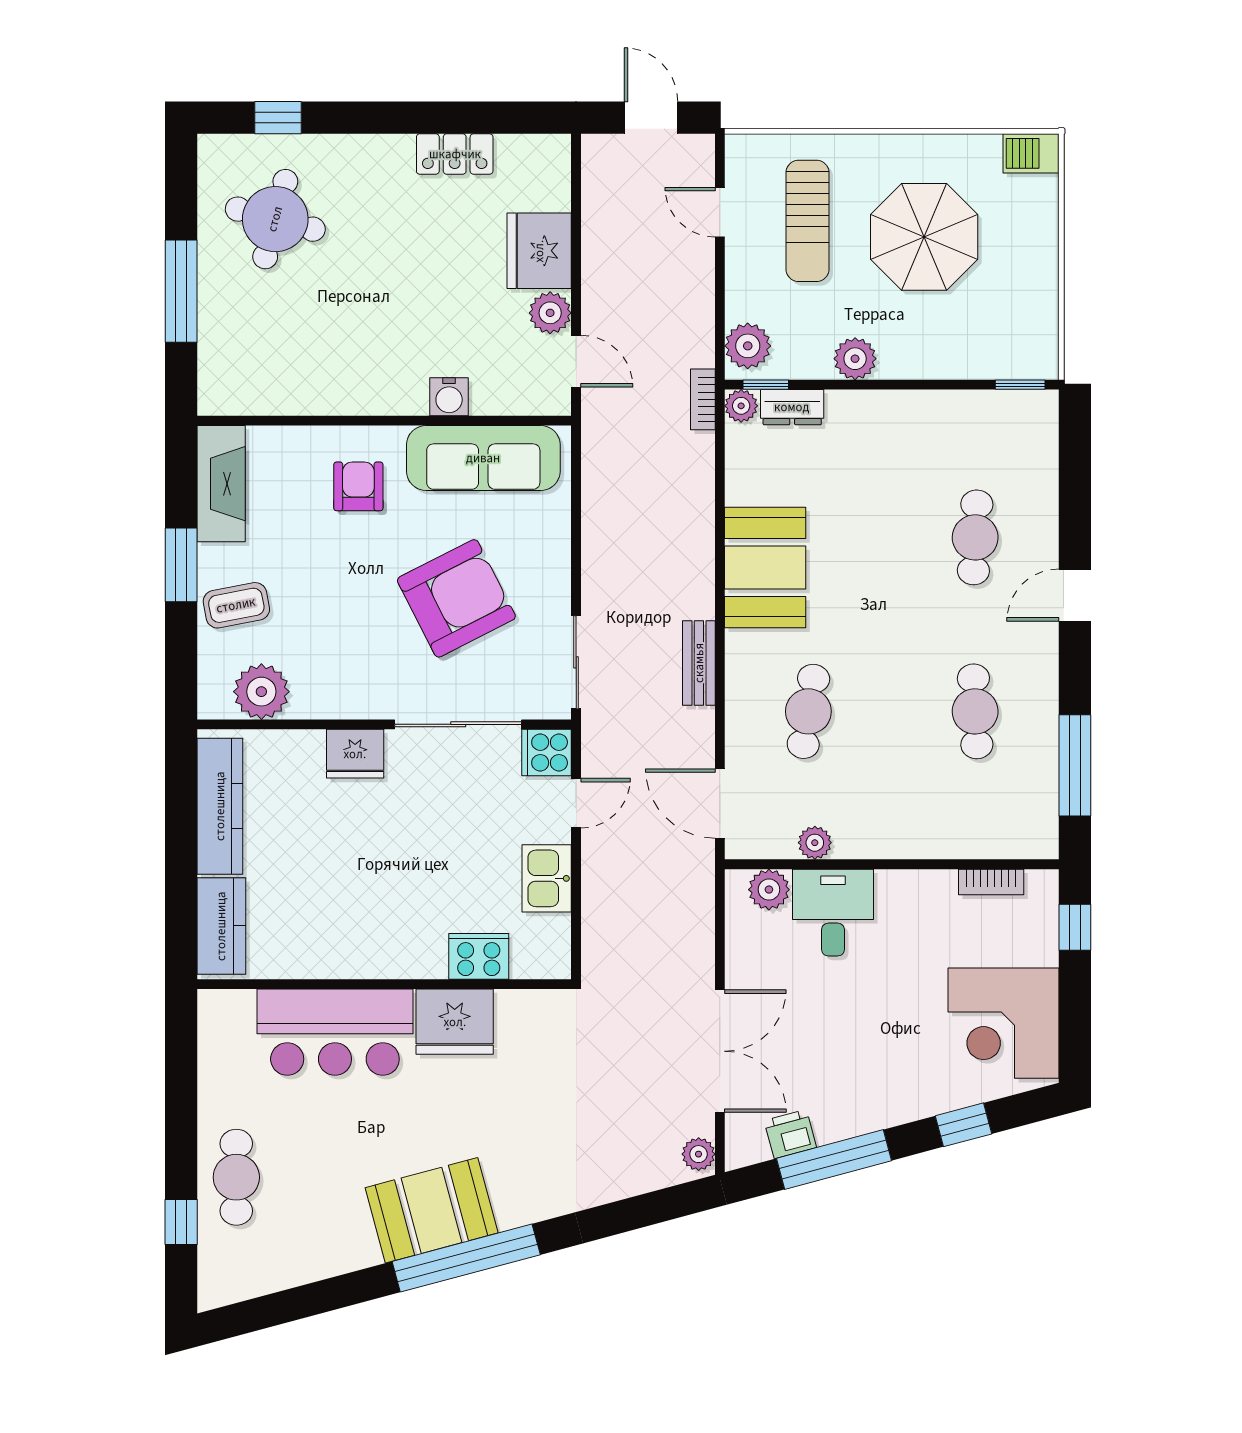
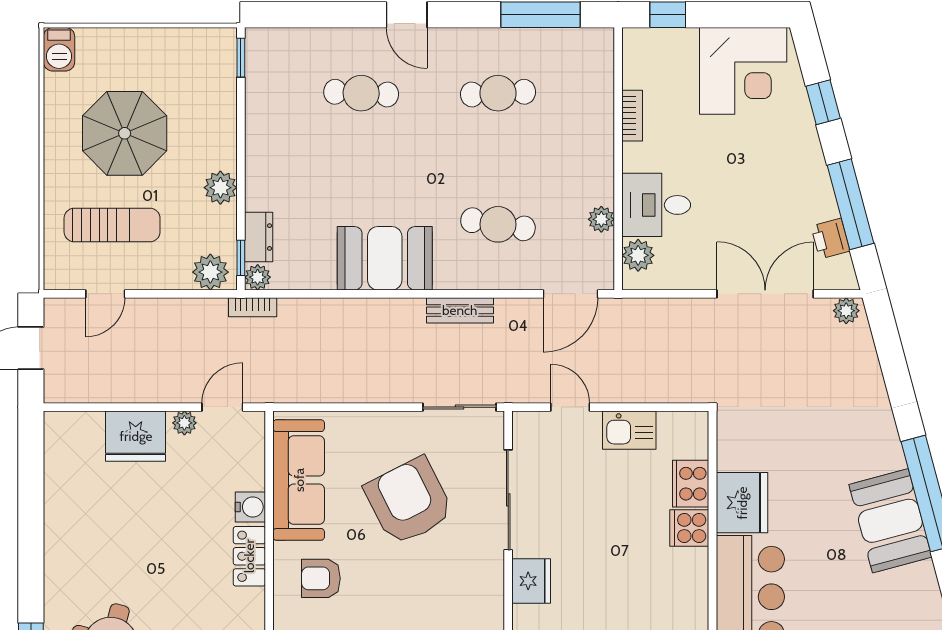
locker: (455, 154) -> (249, 556), moved, turned 180
plant: (550, 313) -> (184, 423), width x0.73, depth x0.73
cooker: (547, 752) -> (689, 528), moved, turned 90
bookcase: (991, 882) -> (632, 116), moved

